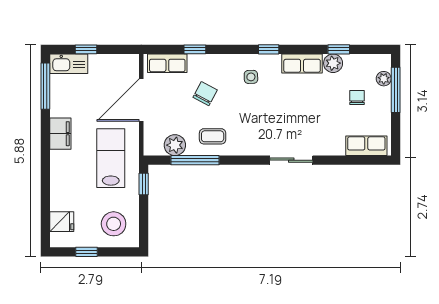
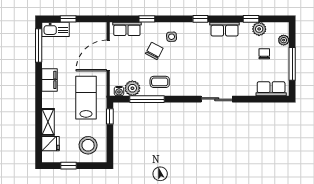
plant: (333, 63) -> (259, 29), moved
side table: (251, 77) -> (172, 37), moved
window: (396, 90) -> (292, 64), moved
water cooler: (156, 149) -> (119, 91), added
shelving: (58, 192) -> (48, 122), added

